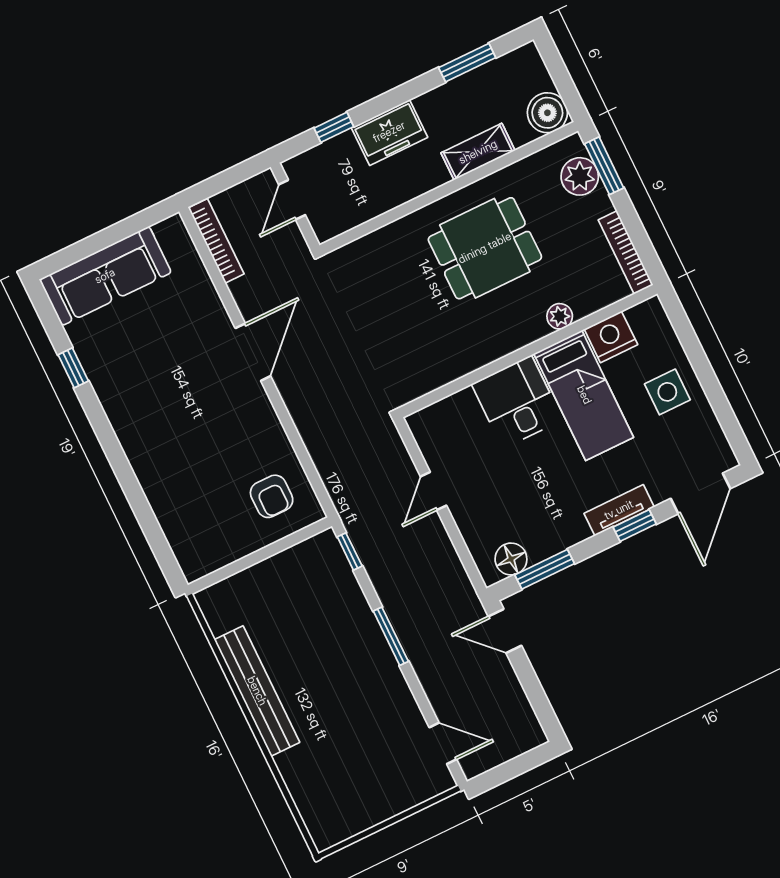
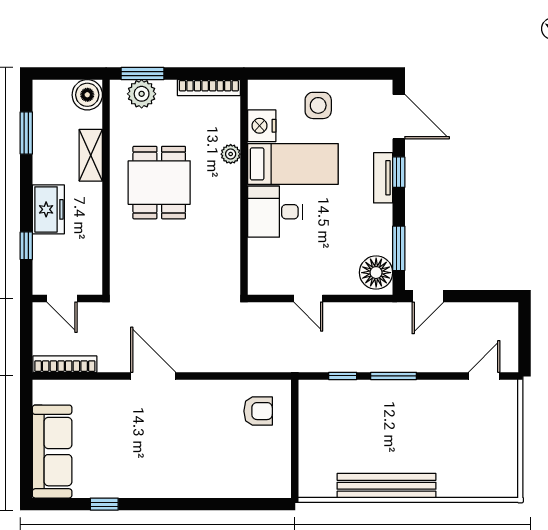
window: (350, 551) -> (343, 376), moved
floor lamp: (511, 559) -> (376, 273), width x1.38, depth x1.38

